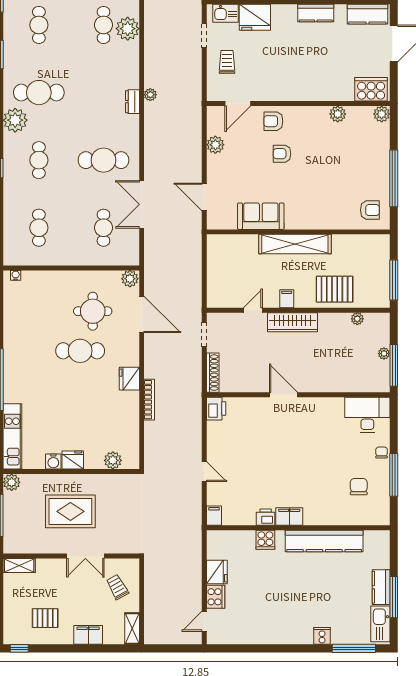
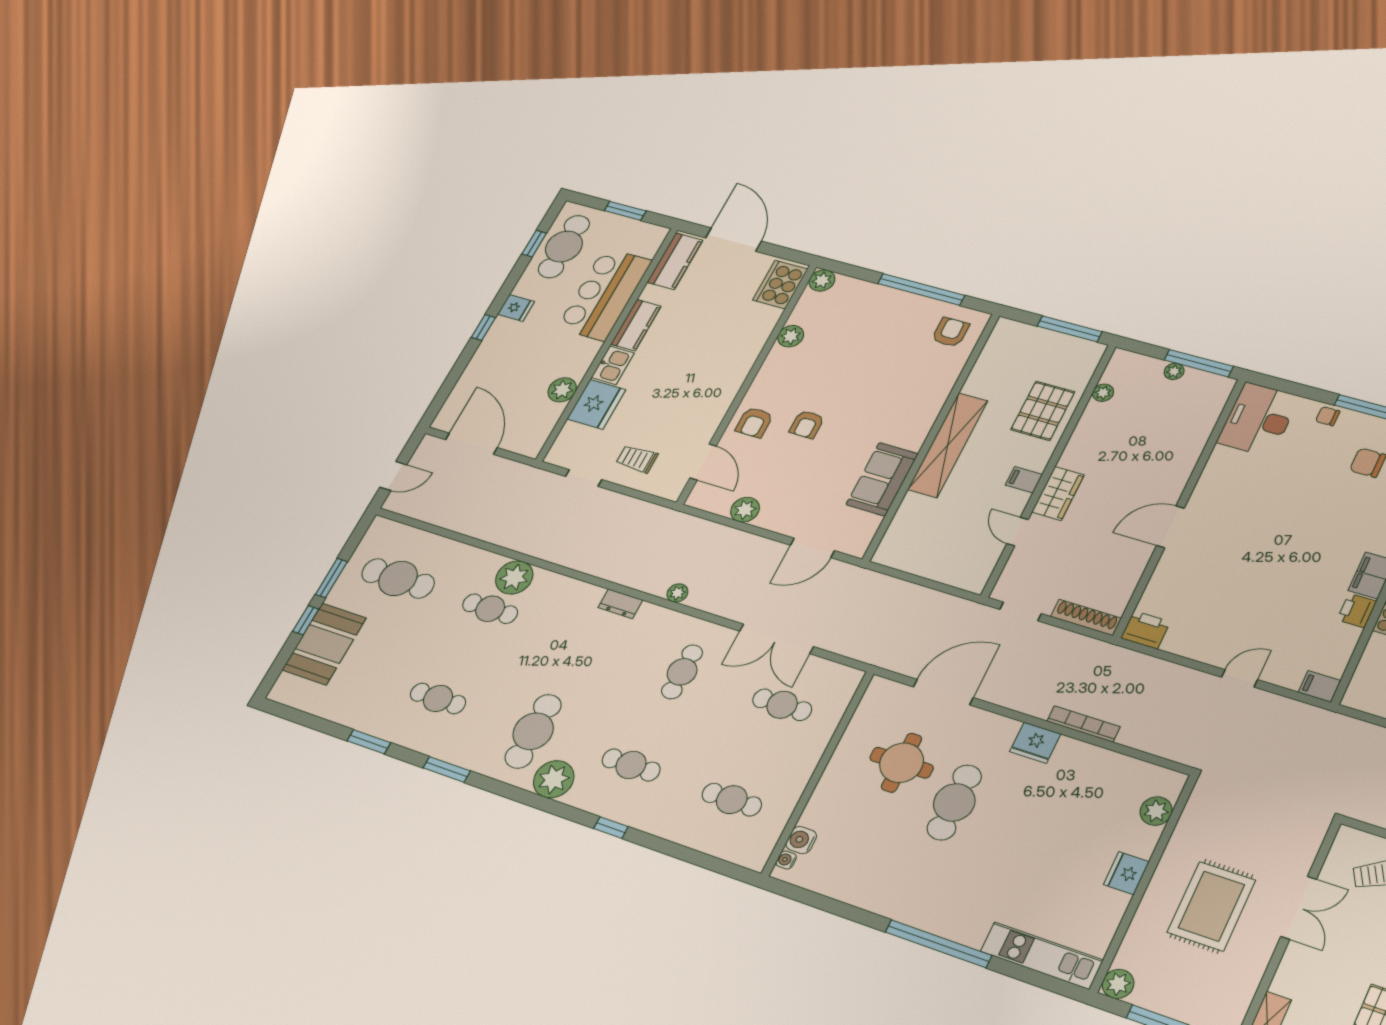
kitchen sink: (226, 13) -> (613, 365), moved
plant: (150, 95) -> (677, 593), moved
cafe table: (103, 160) -> (682, 672), width x0.73, depth x0.74
plant: (130, 279) -> (879, 692), removed
wardrobe: (292, 322) -> (1058, 493), width x0.67
water cooler: (53, 461) -> (801, 840), moved, turned 180

